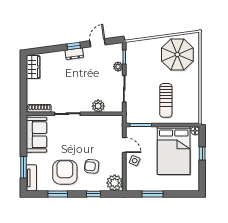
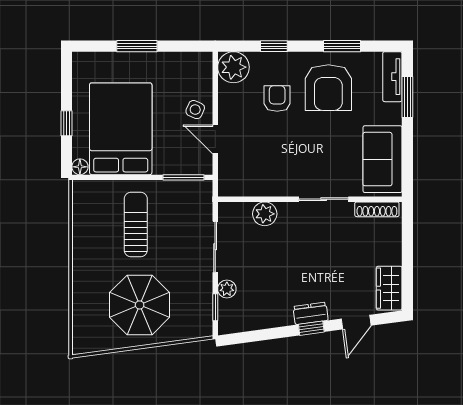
door: (98, 43) -> (356, 322), moved
parasol: (177, 55) -> (140, 305), moved
armchair: (92, 166) -> (277, 98), turned -96
window: (153, 194) -> (137, 46), moved

